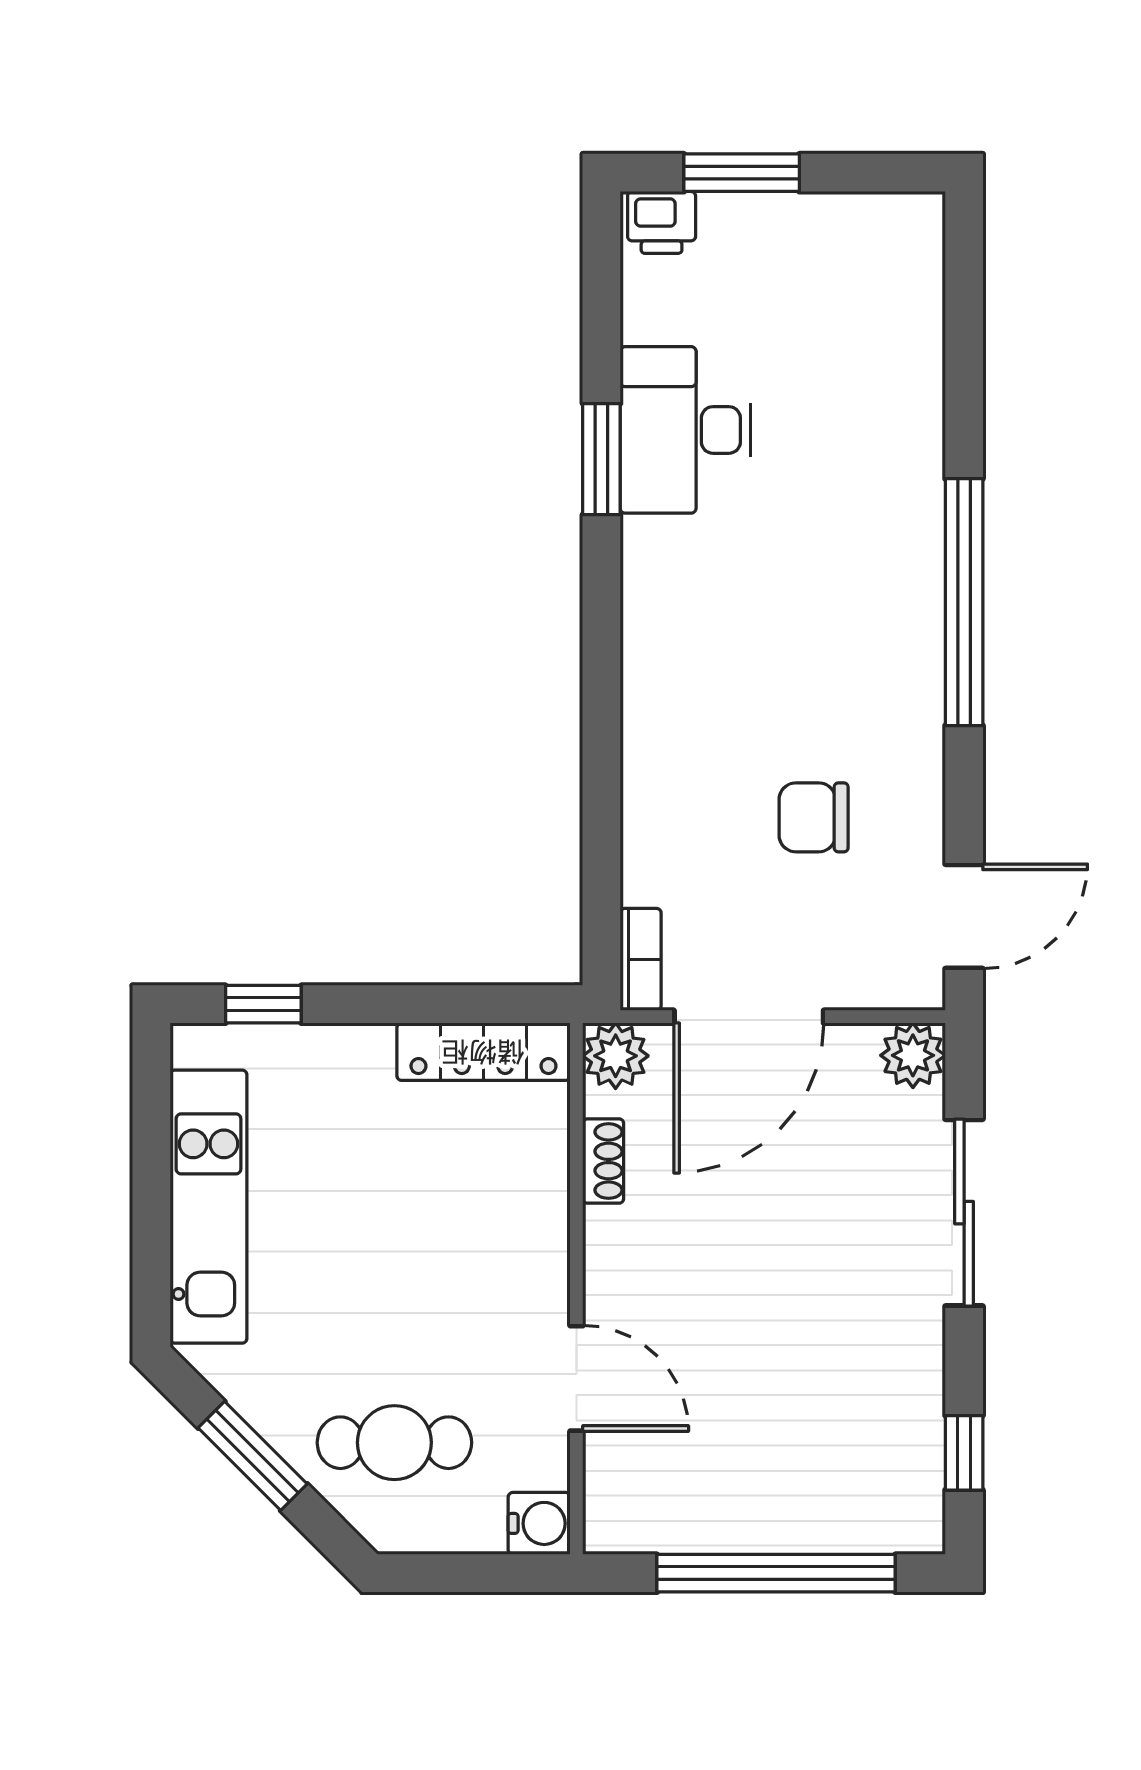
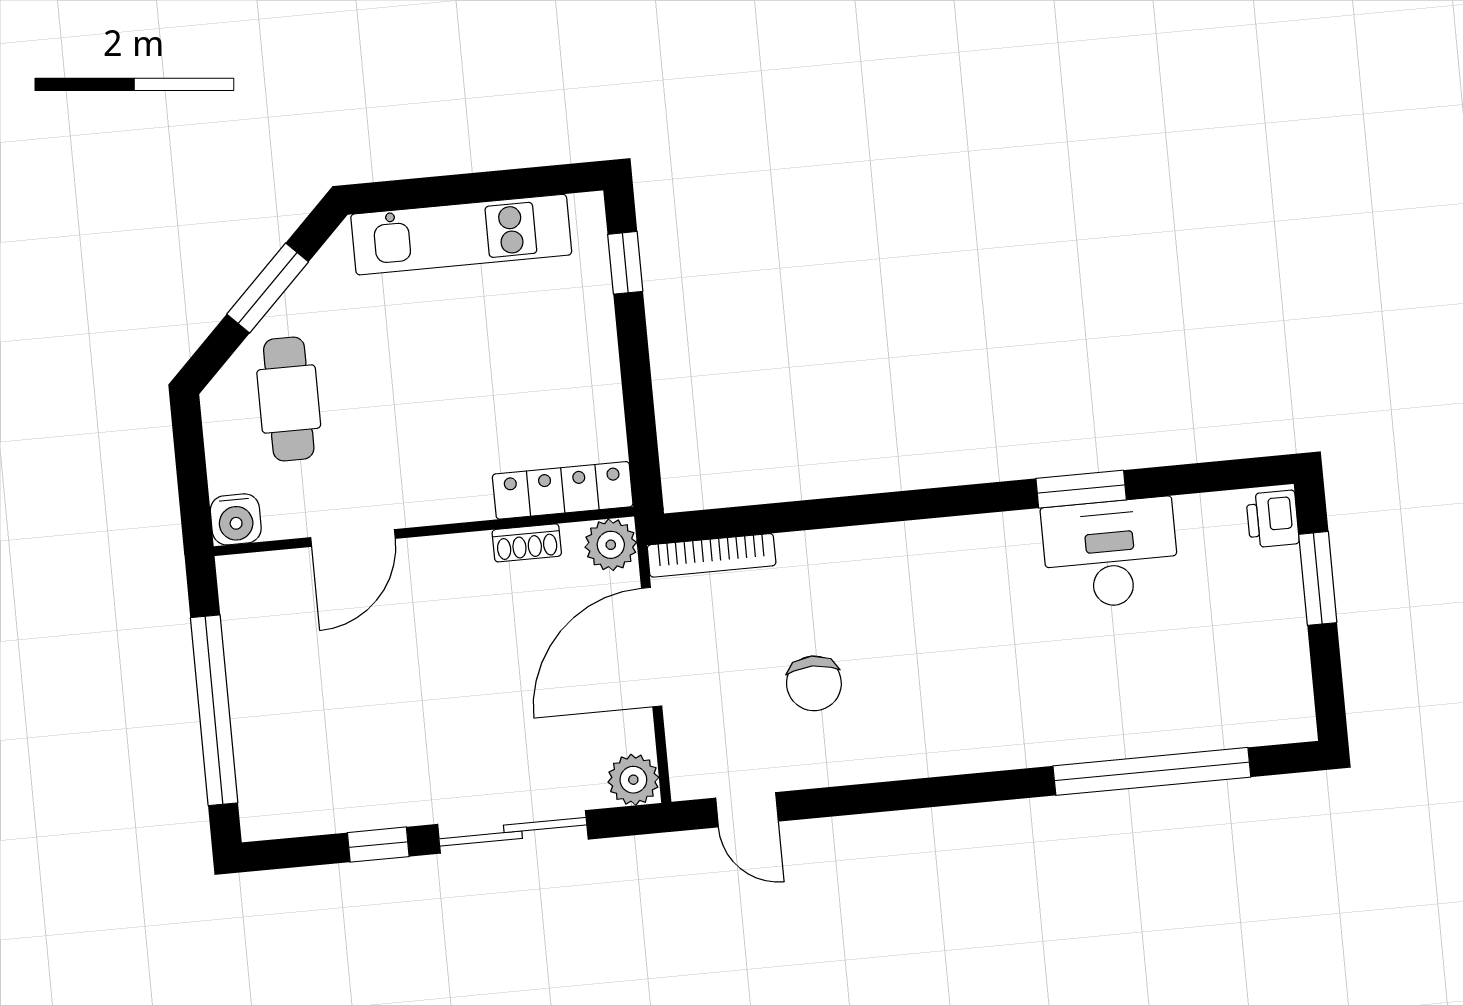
window: (964, 602) -> (1152, 771), moved
chair: (814, 817) -> (814, 683), turned 180
door: (964, 916) -> (747, 810), width x0.73
bookcase: (641, 959) -> (712, 555), width x1.56
door: (749, 1017) -> (652, 647), hinge flipped
locker: (483, 1052) -> (563, 490), moved, turned 90
window: (964, 1453) -> (378, 845), moved

